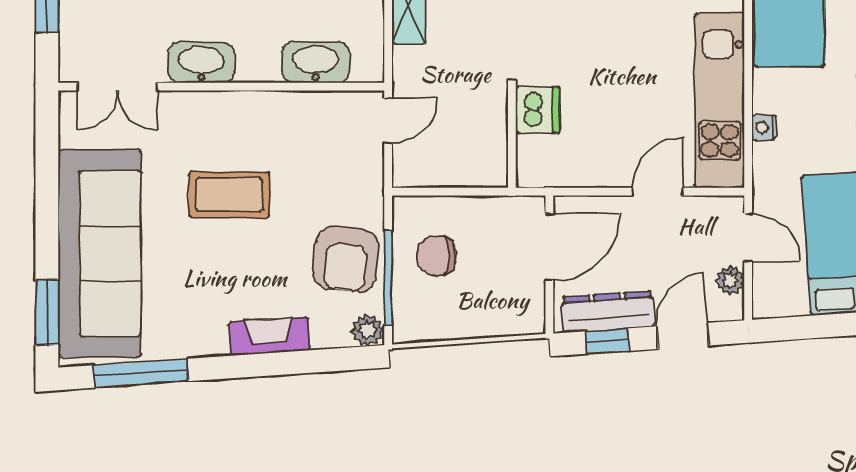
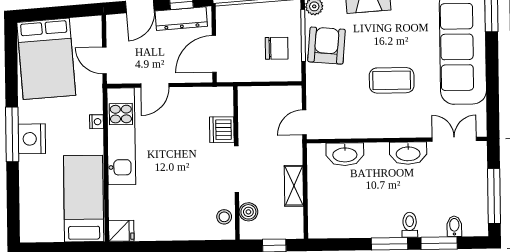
plant: (730, 280) -> (114, 37), removed

